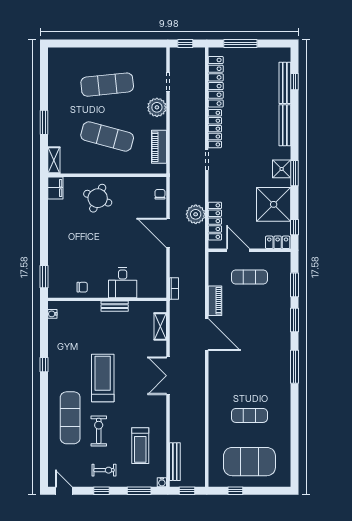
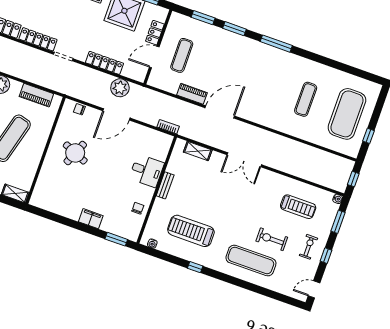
filing cabinet: (55, 188) -> (91, 219), moved
round table: (98, 198) -> (75, 153), moved
plant: (196, 214) -> (120, 88), moved
locker: (215, 221) -> (104, 63), moved
locker: (278, 242) -> (155, 33), moved
treadmill: (103, 378) -> (191, 231), moved
bench: (175, 462) -> (323, 181), removed

